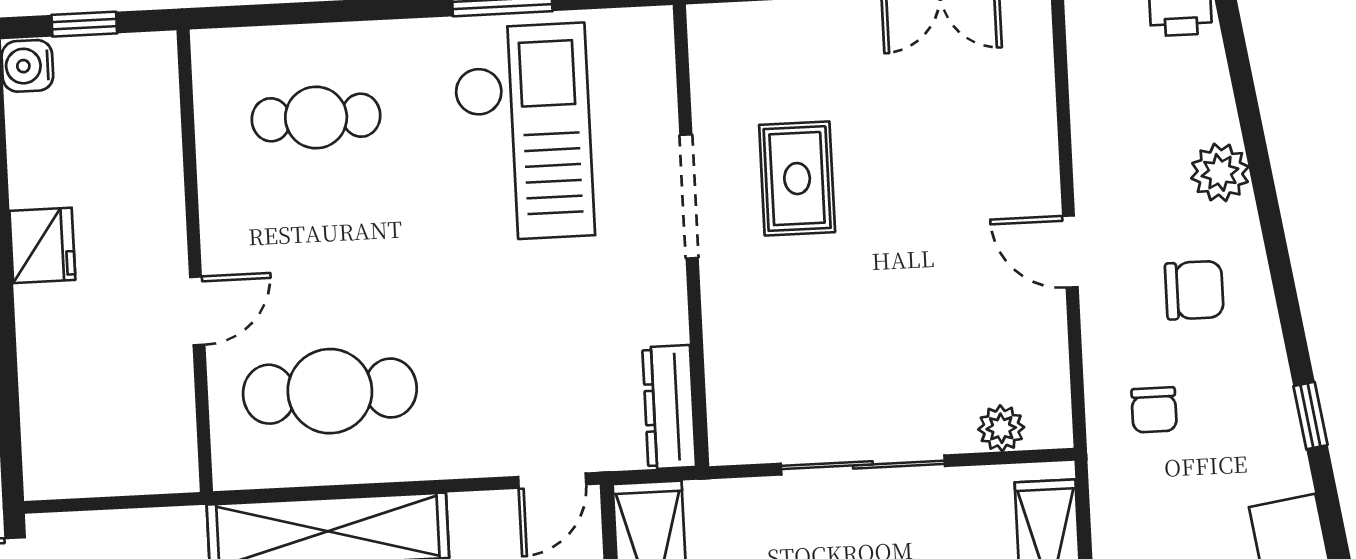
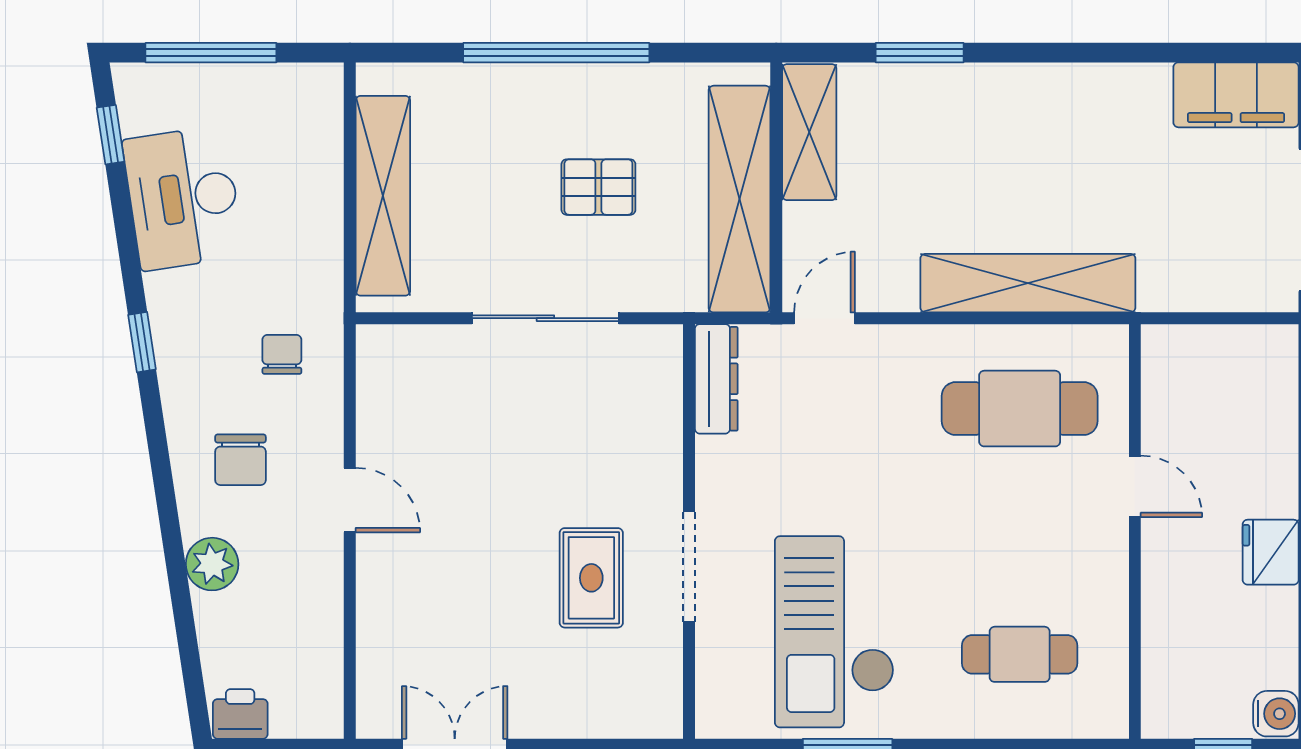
chair: (1194, 290) -> (240, 460), turned -90
door: (197, 311) -> (1135, 486), swing flipped
plant: (1001, 428) -> (420, 345), removed

